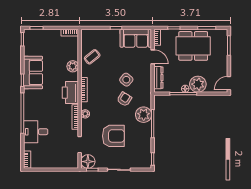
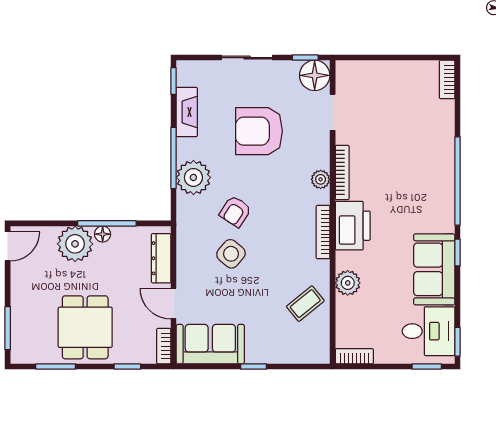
dining table: (193, 46) -> (85, 327), width x0.73
desk: (36, 132) -> (429, 331), moved
fireplace: (147, 145) -> (187, 112), added

